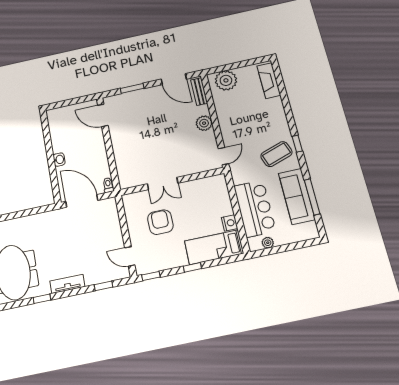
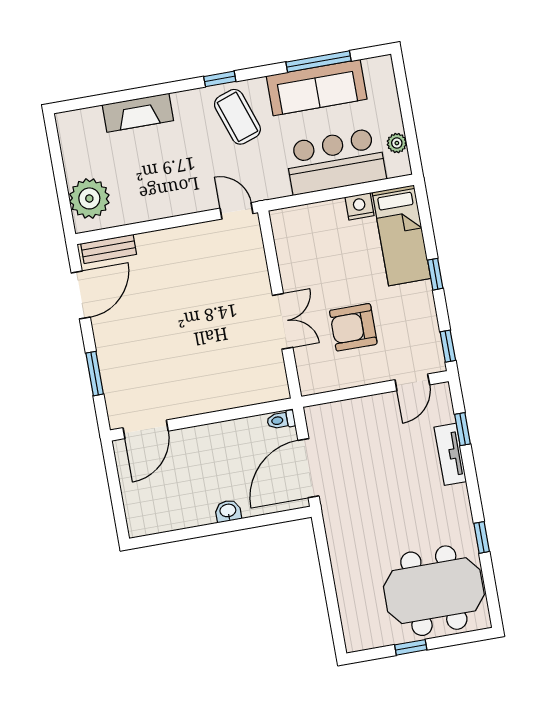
fireplace: (269, 81) -> (138, 113), moved
plant: (204, 123) -> (172, 243), removed
tv unit: (67, 284) -> (450, 454), moved

